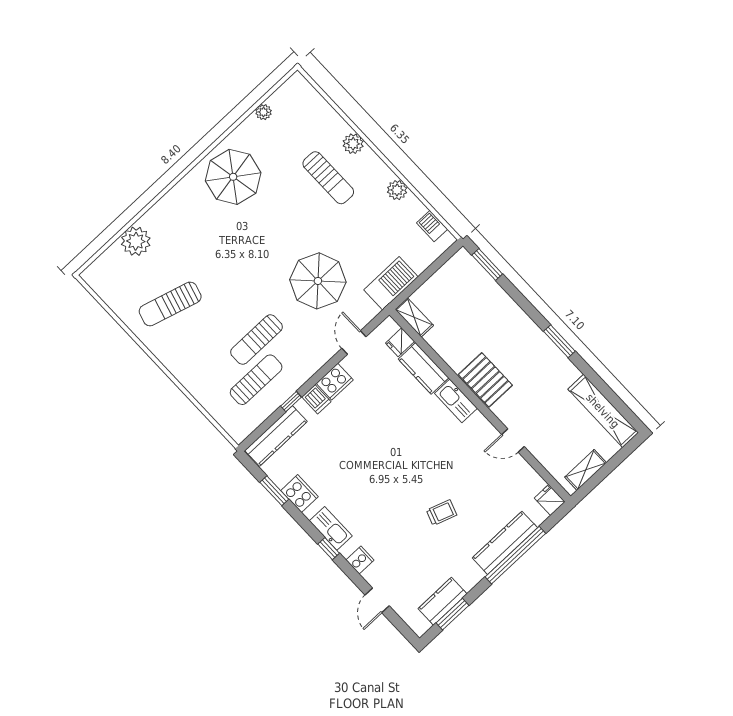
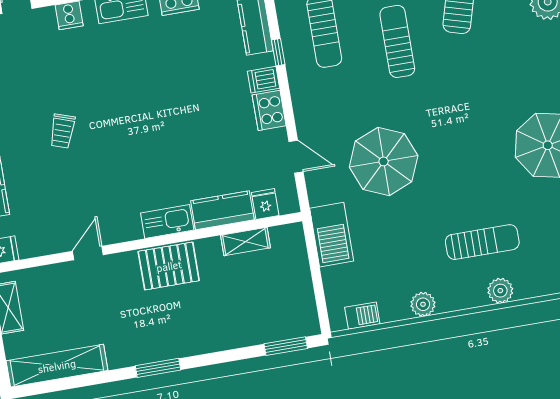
sun lounger: (328, 178) -> (482, 242), turned 180
shelving: (414, 317) -> (245, 242), moved
sun lounger: (256, 340) -> (397, 41), moved

